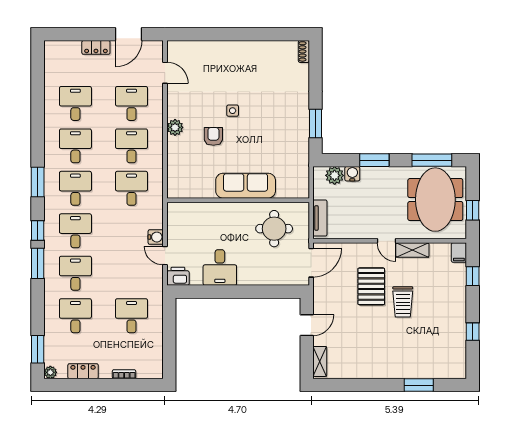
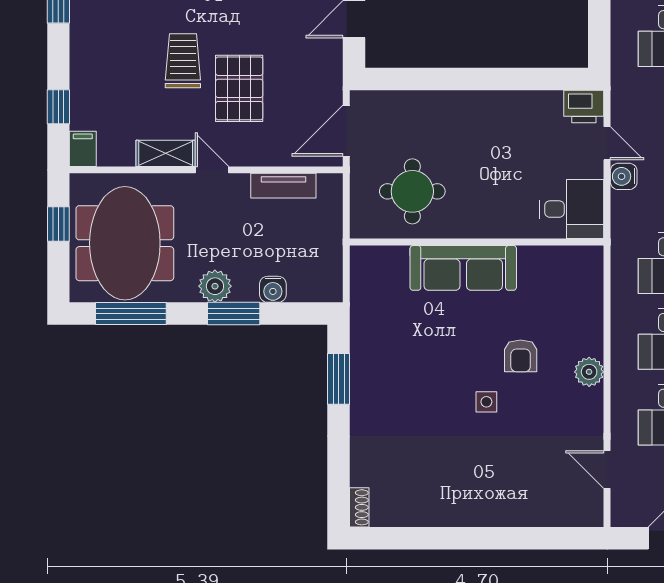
plant: (335, 175) -> (215, 286), moved
tv unit: (320, 218) -> (283, 186), moved, turned -90
desk: (220, 268) -> (572, 209), moved, turned 90

